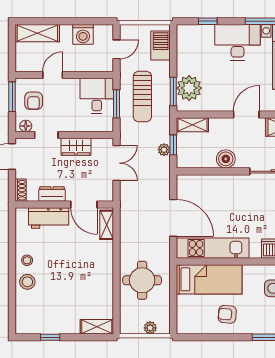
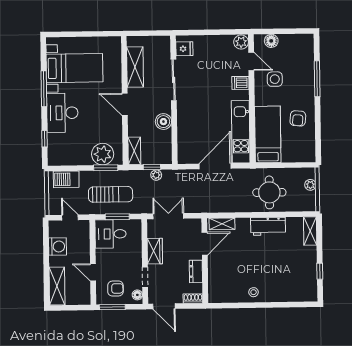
workbench: (49, 218) -> (268, 226), moved, turned 90
stool: (27, 282) -> (272, 292), removed

